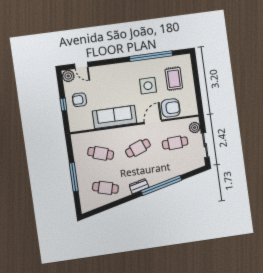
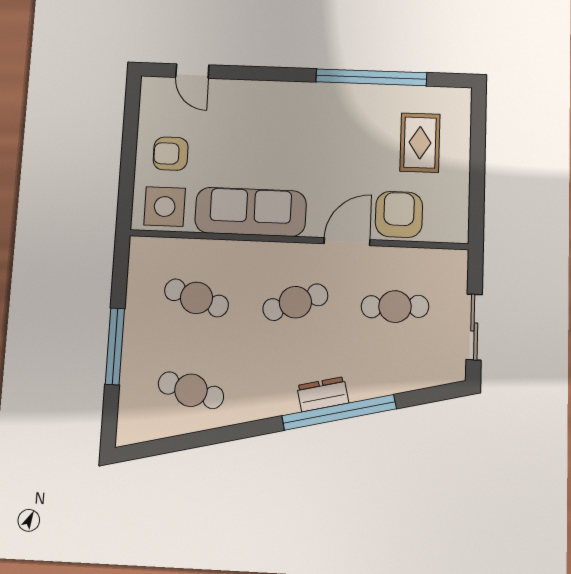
plant: (68, 76) -> (155, 91), removed
side table: (148, 86) -> (165, 207), moved
window: (63, 105) -> (128, 158), removed
armchair: (171, 108) -> (399, 214), turned -90
plant: (195, 128) -> (453, 276), removed
dresser: (139, 186) -> (323, 394), moved

